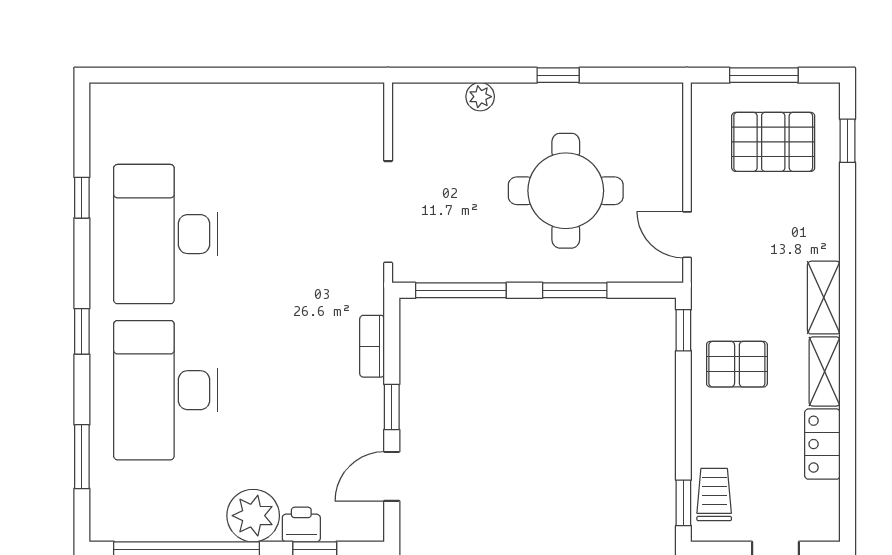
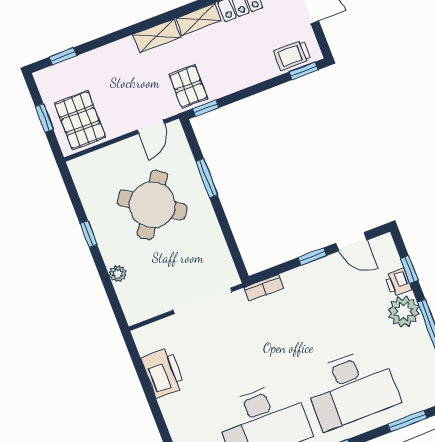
window: (764, 75) -> (44, 118), width x0.67
printer: (301, 108) -> (163, 373), added
pallet: (773, 142) -> (80, 120), moved
round table: (566, 191) -> (152, 205), turned 34
window: (461, 290) -> (231, 243), removed
bookcase: (372, 346) -> (264, 288), moved
pallet: (737, 364) -> (188, 86), moved

